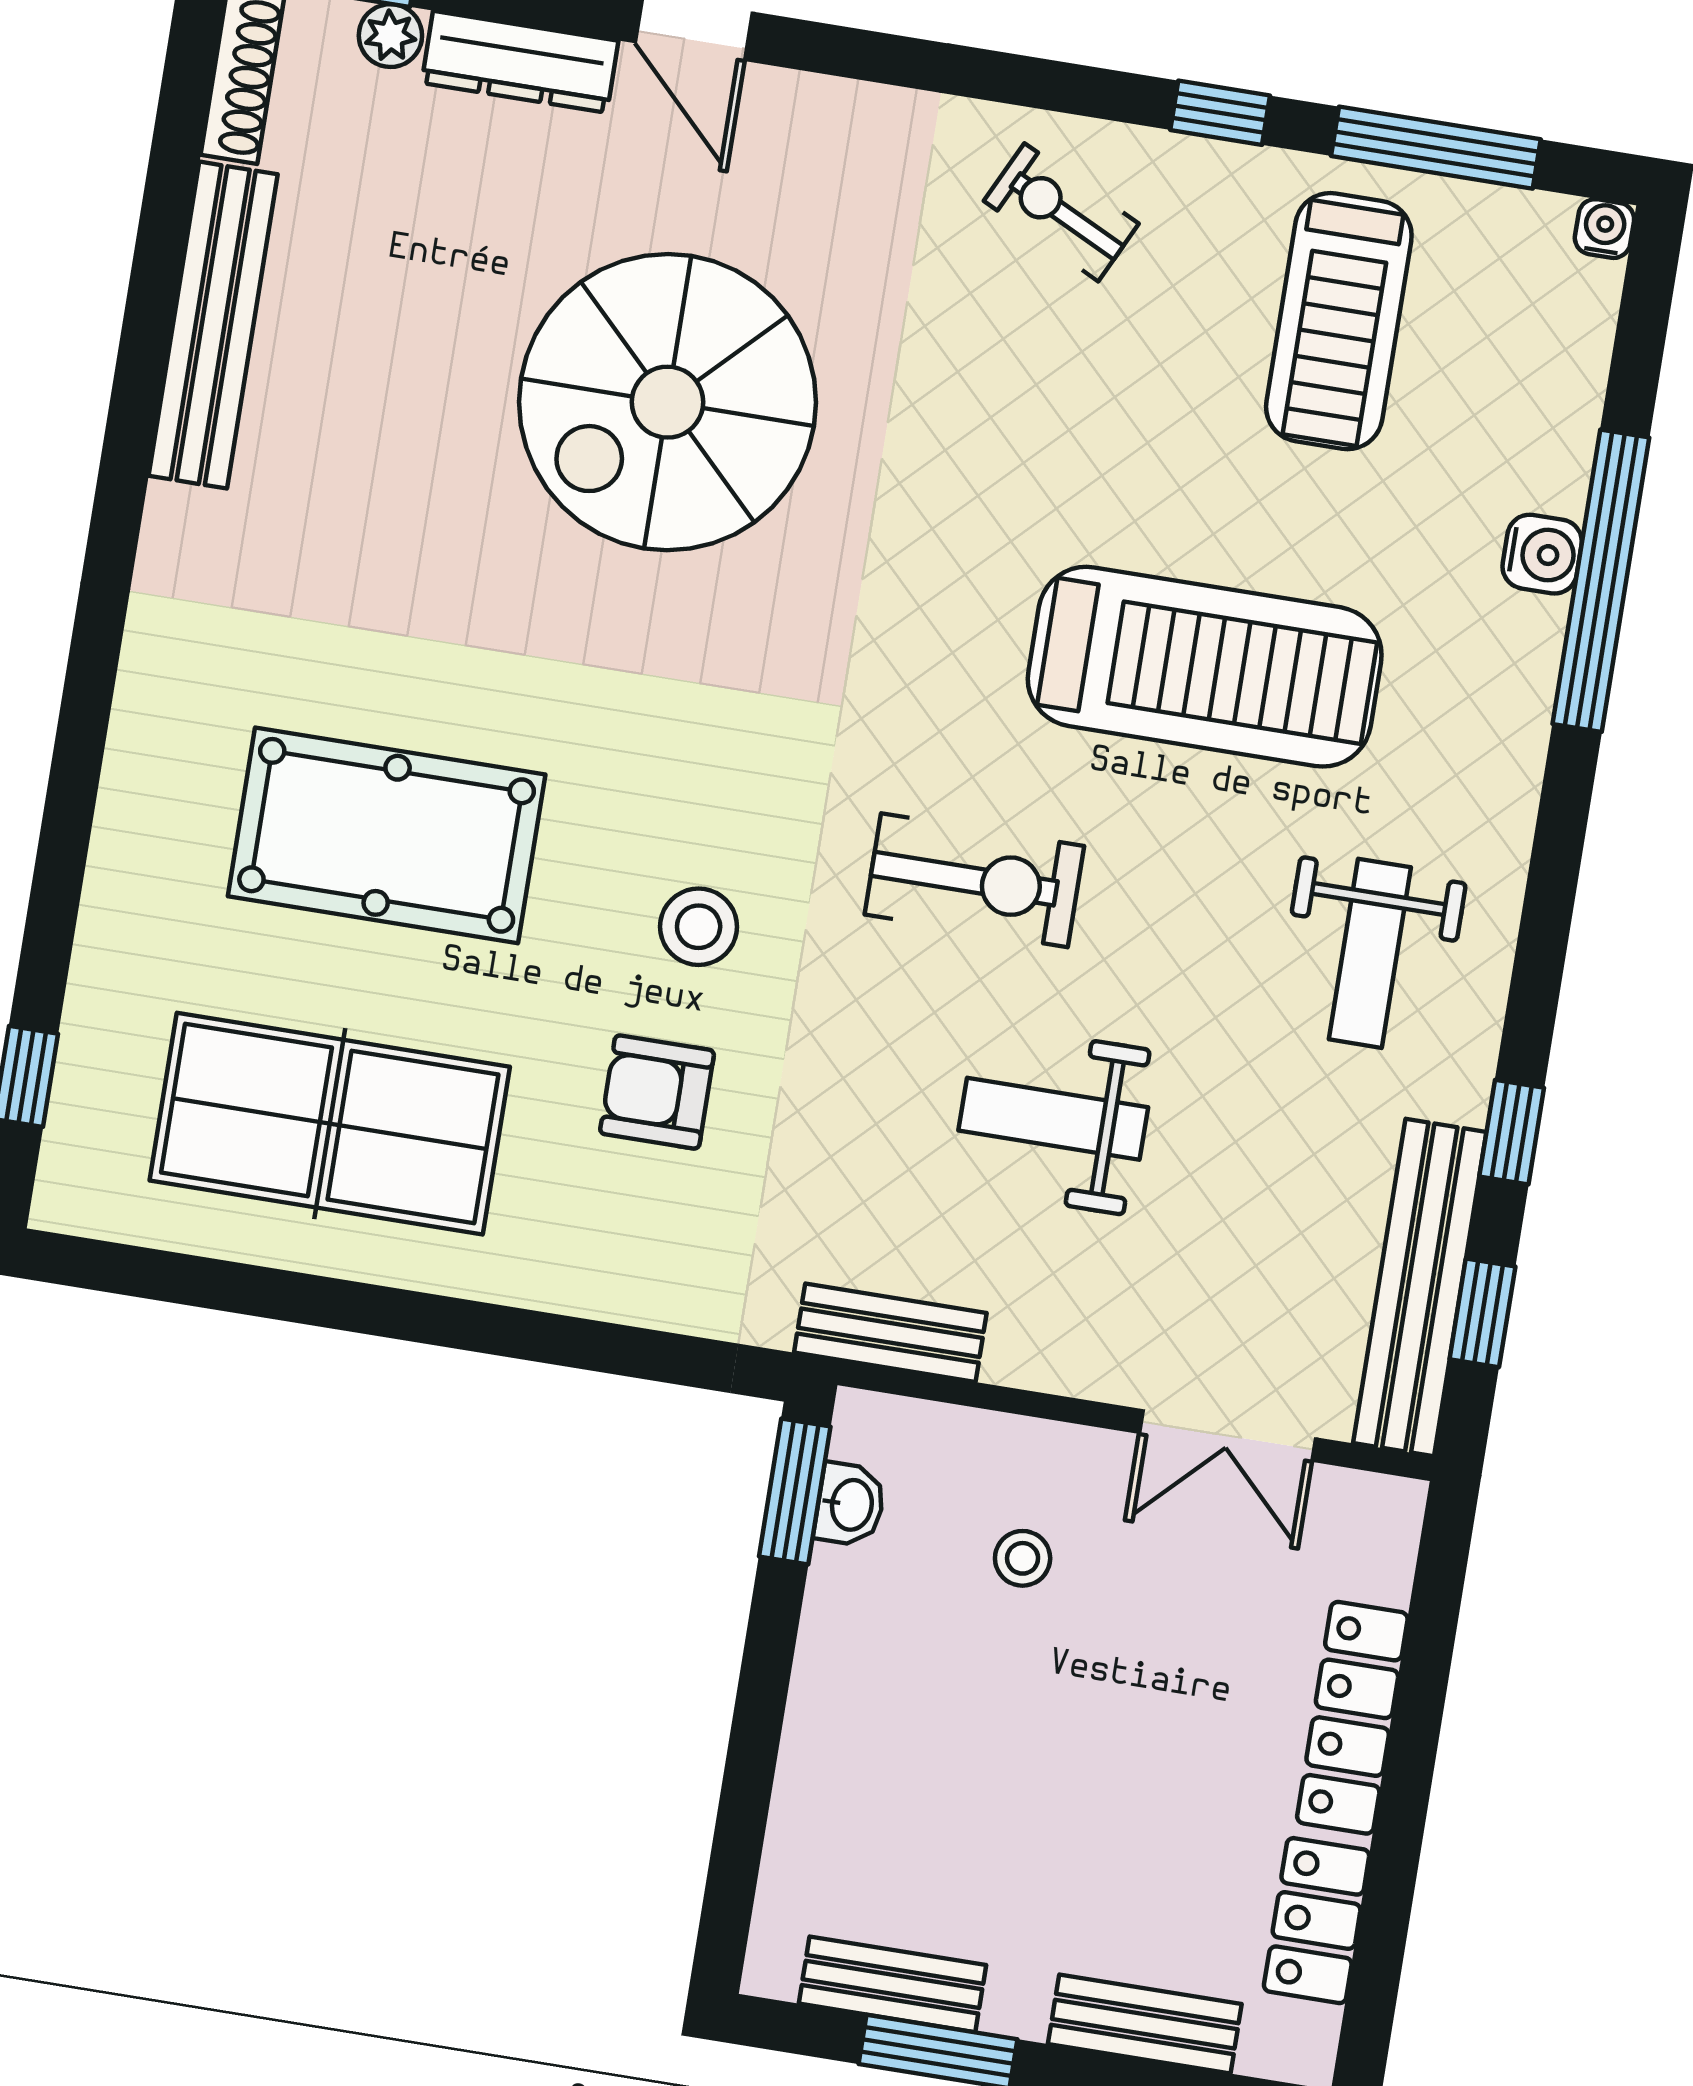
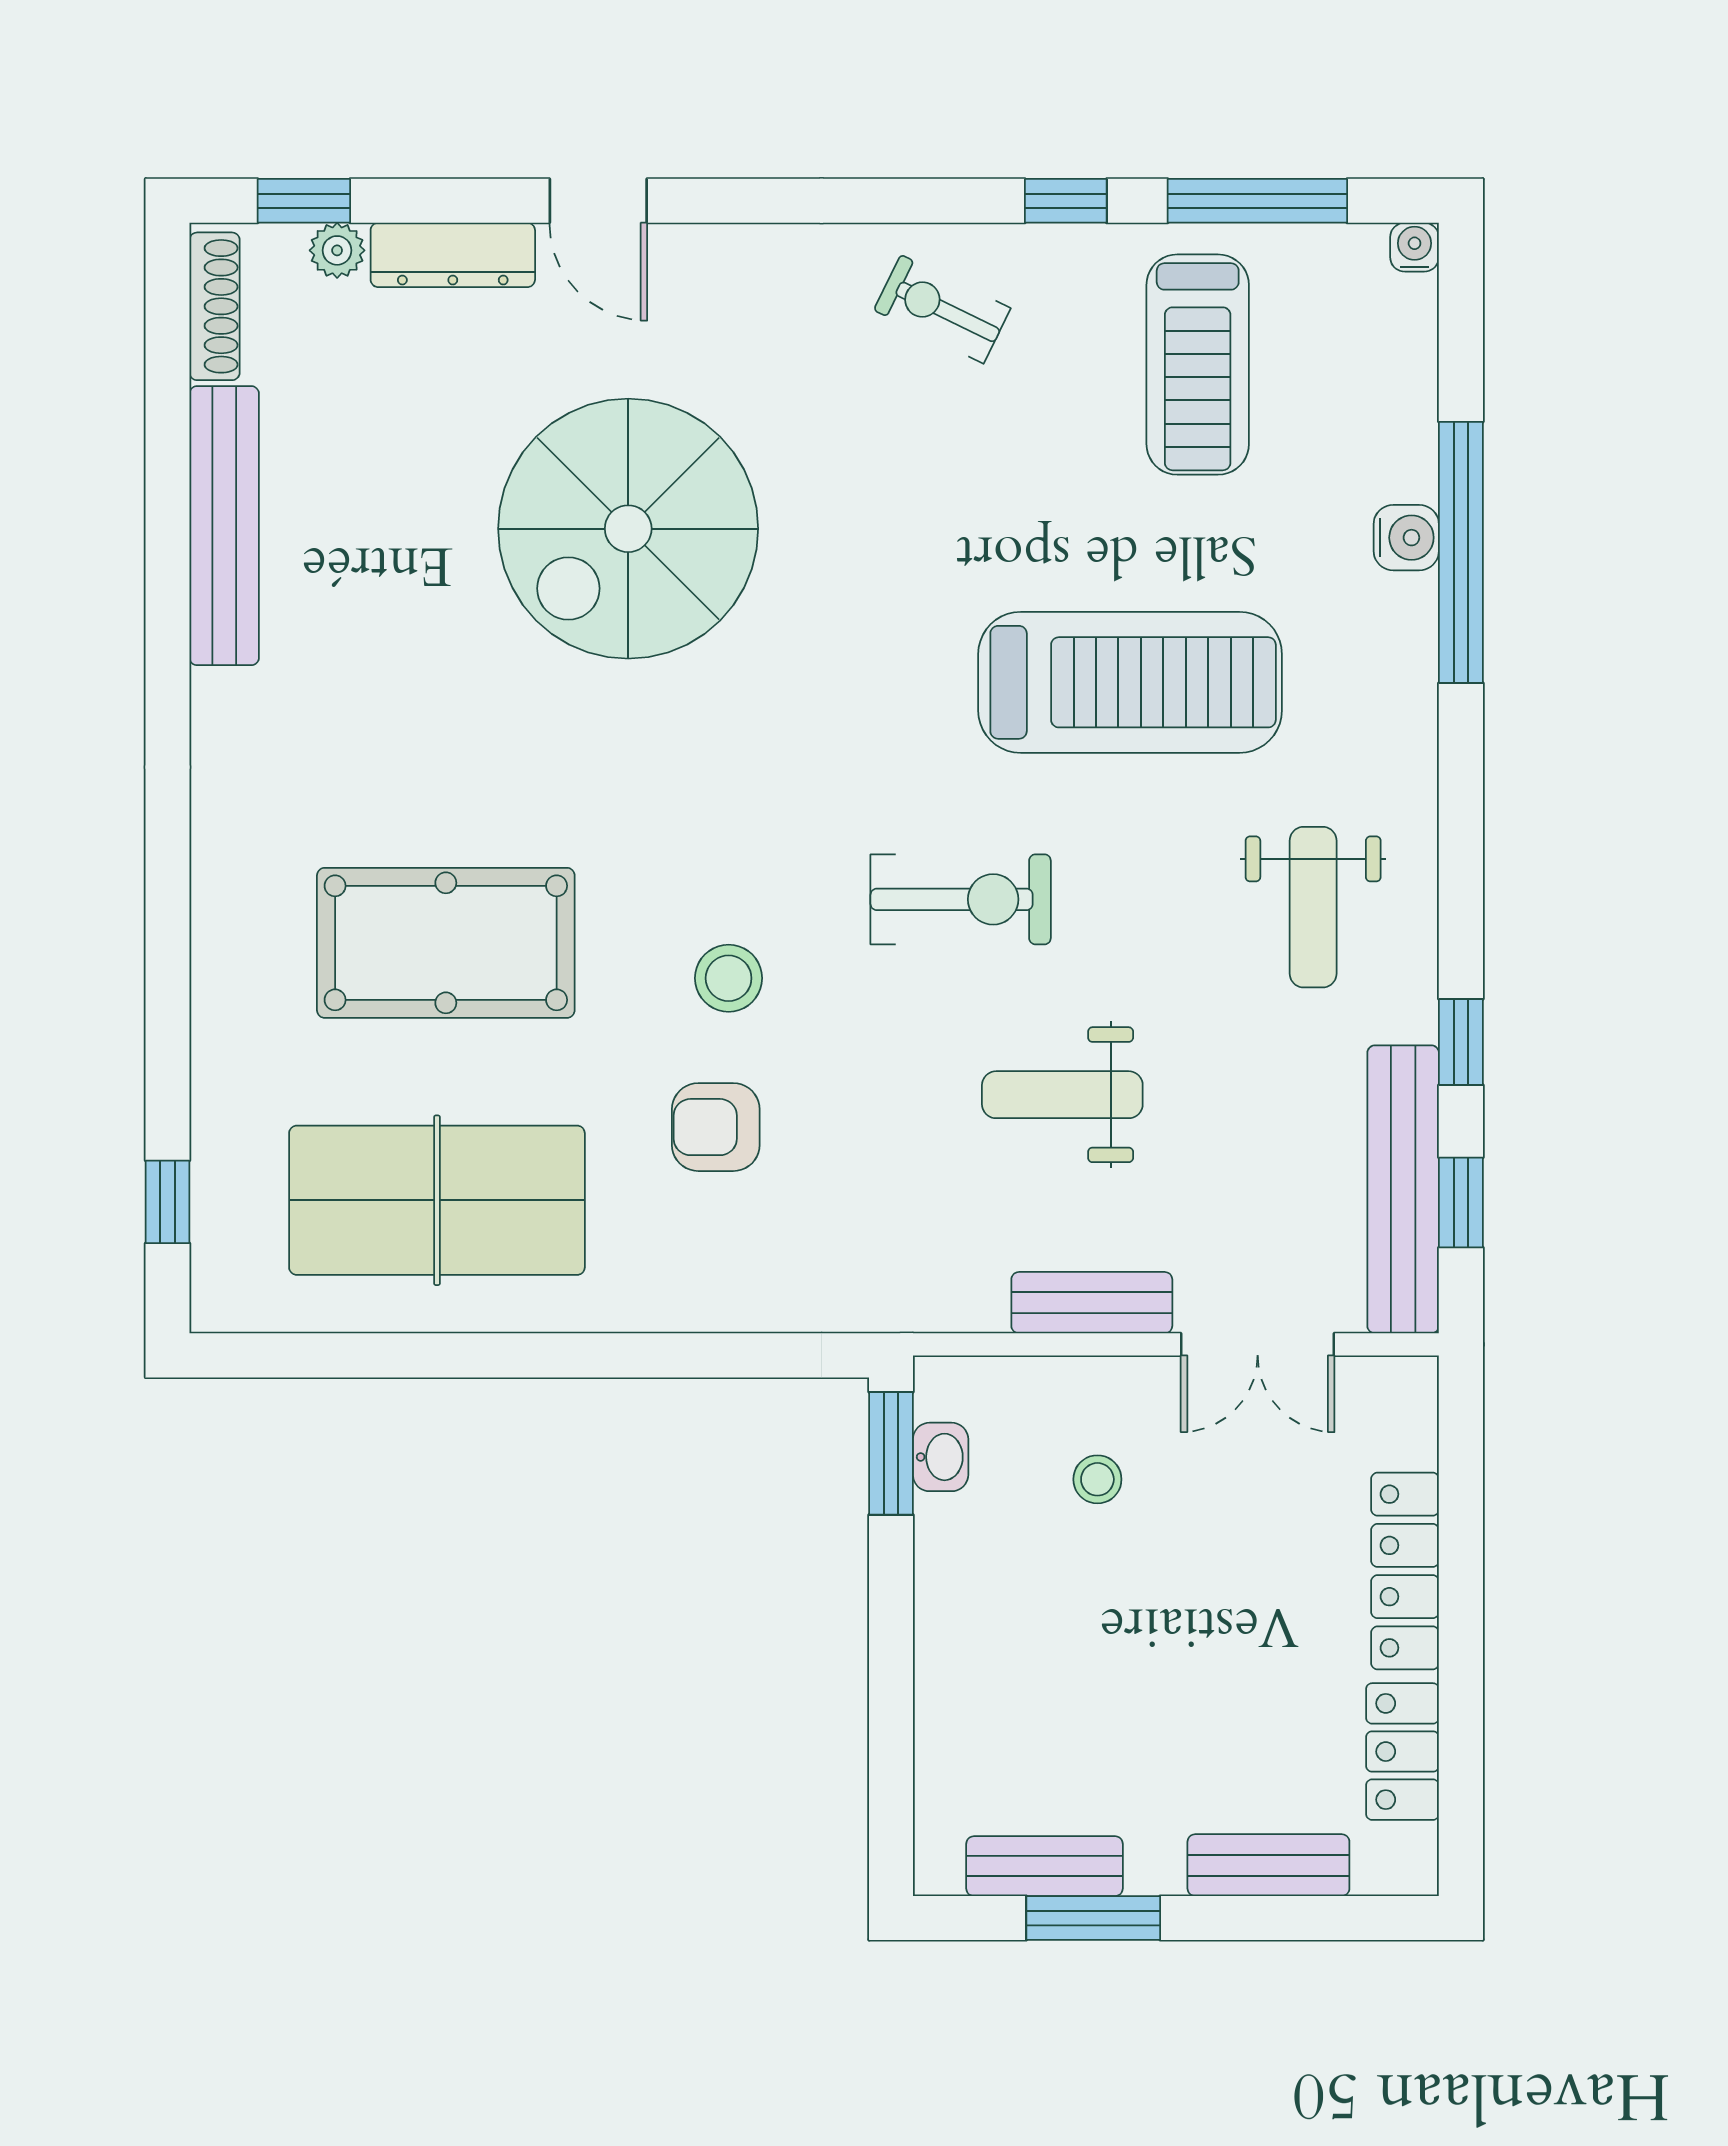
bench: (890, 1333) -> (1092, 1303), moved

